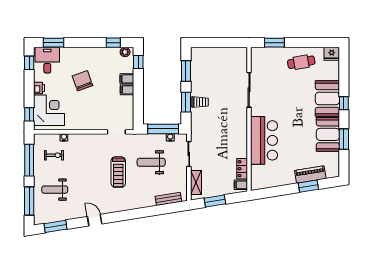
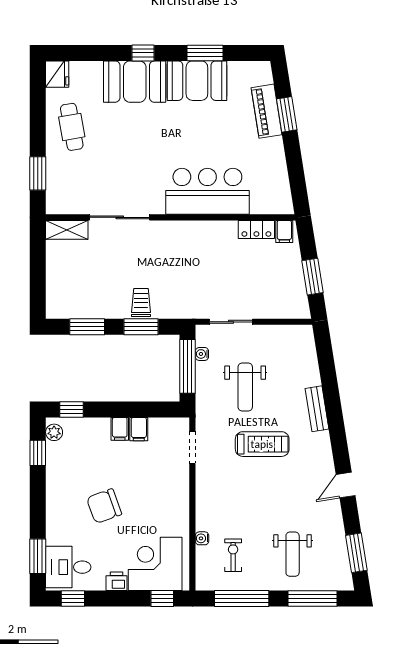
filing cabinet: (127, 79) -> (139, 429), moved
shelving: (196, 182) -> (67, 230), moved
bench: (168, 199) -> (317, 409), moved

